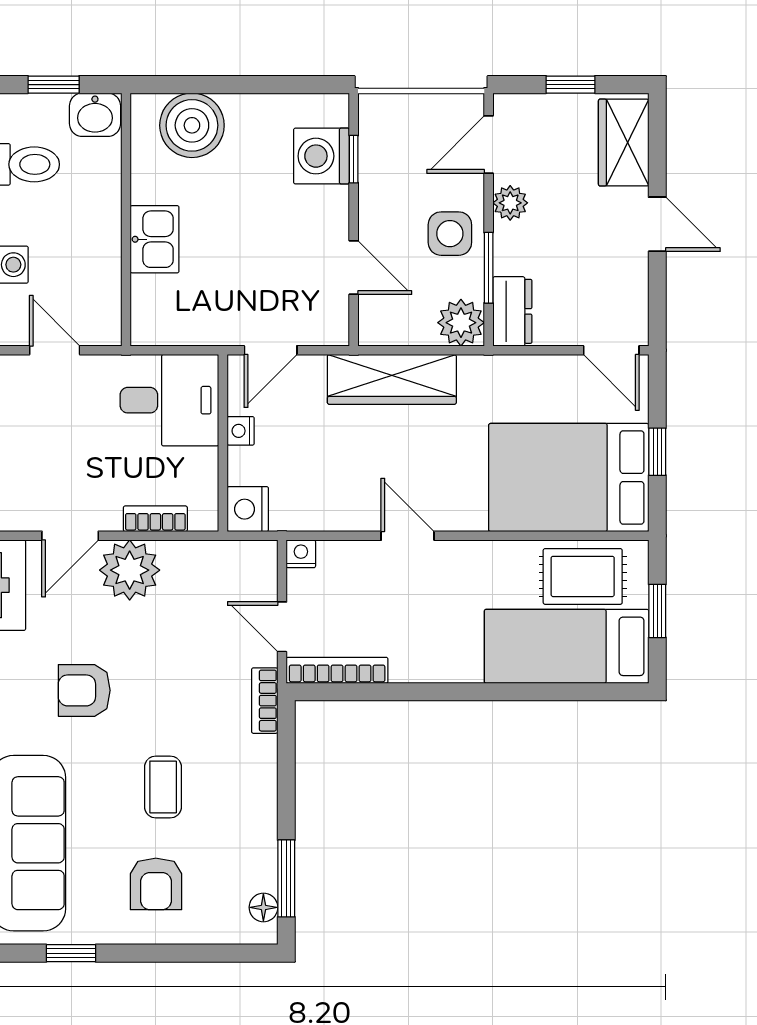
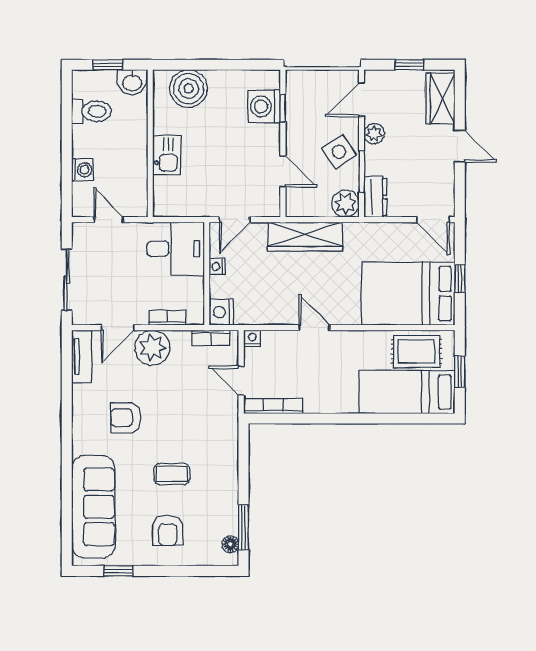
side table: (450, 234) -> (339, 152), turned -34
bookcase: (265, 701) -> (211, 338), moved, turned -90
coffee table: (163, 787) -> (172, 474), turned 90

